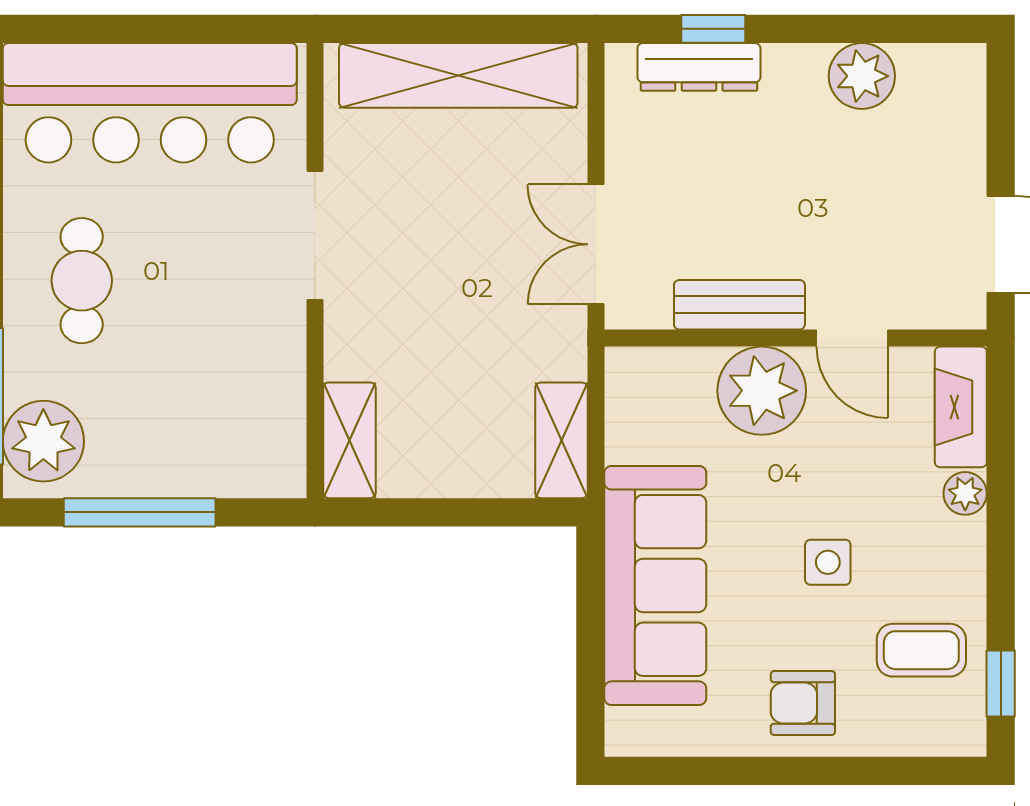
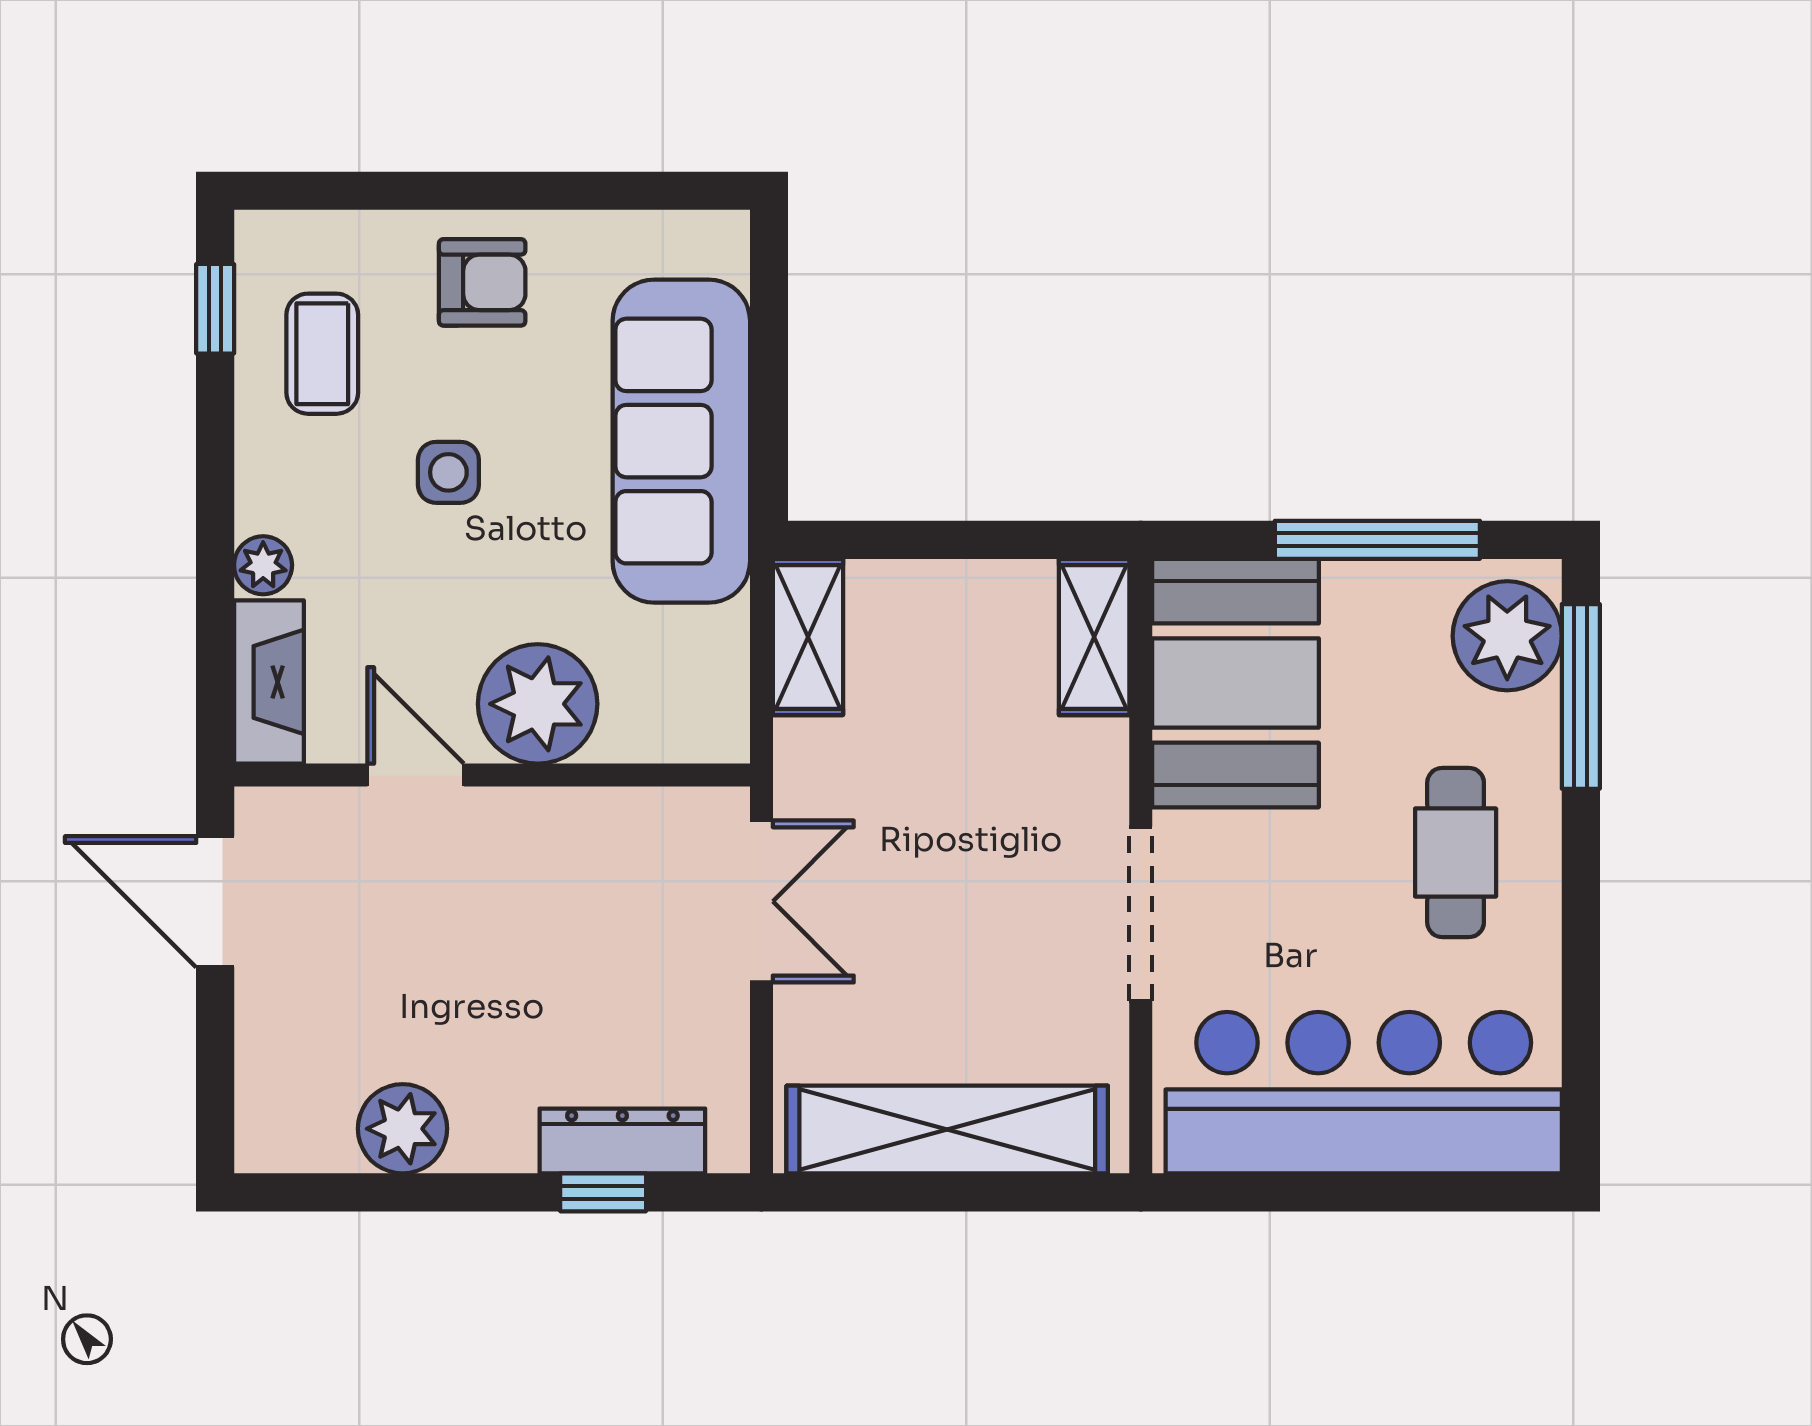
bench: (739, 305) -> (568, 820), removed
booth: (245, 406) -> (1235, 683), added
coffee table: (921, 650) -> (322, 354), turned 90

